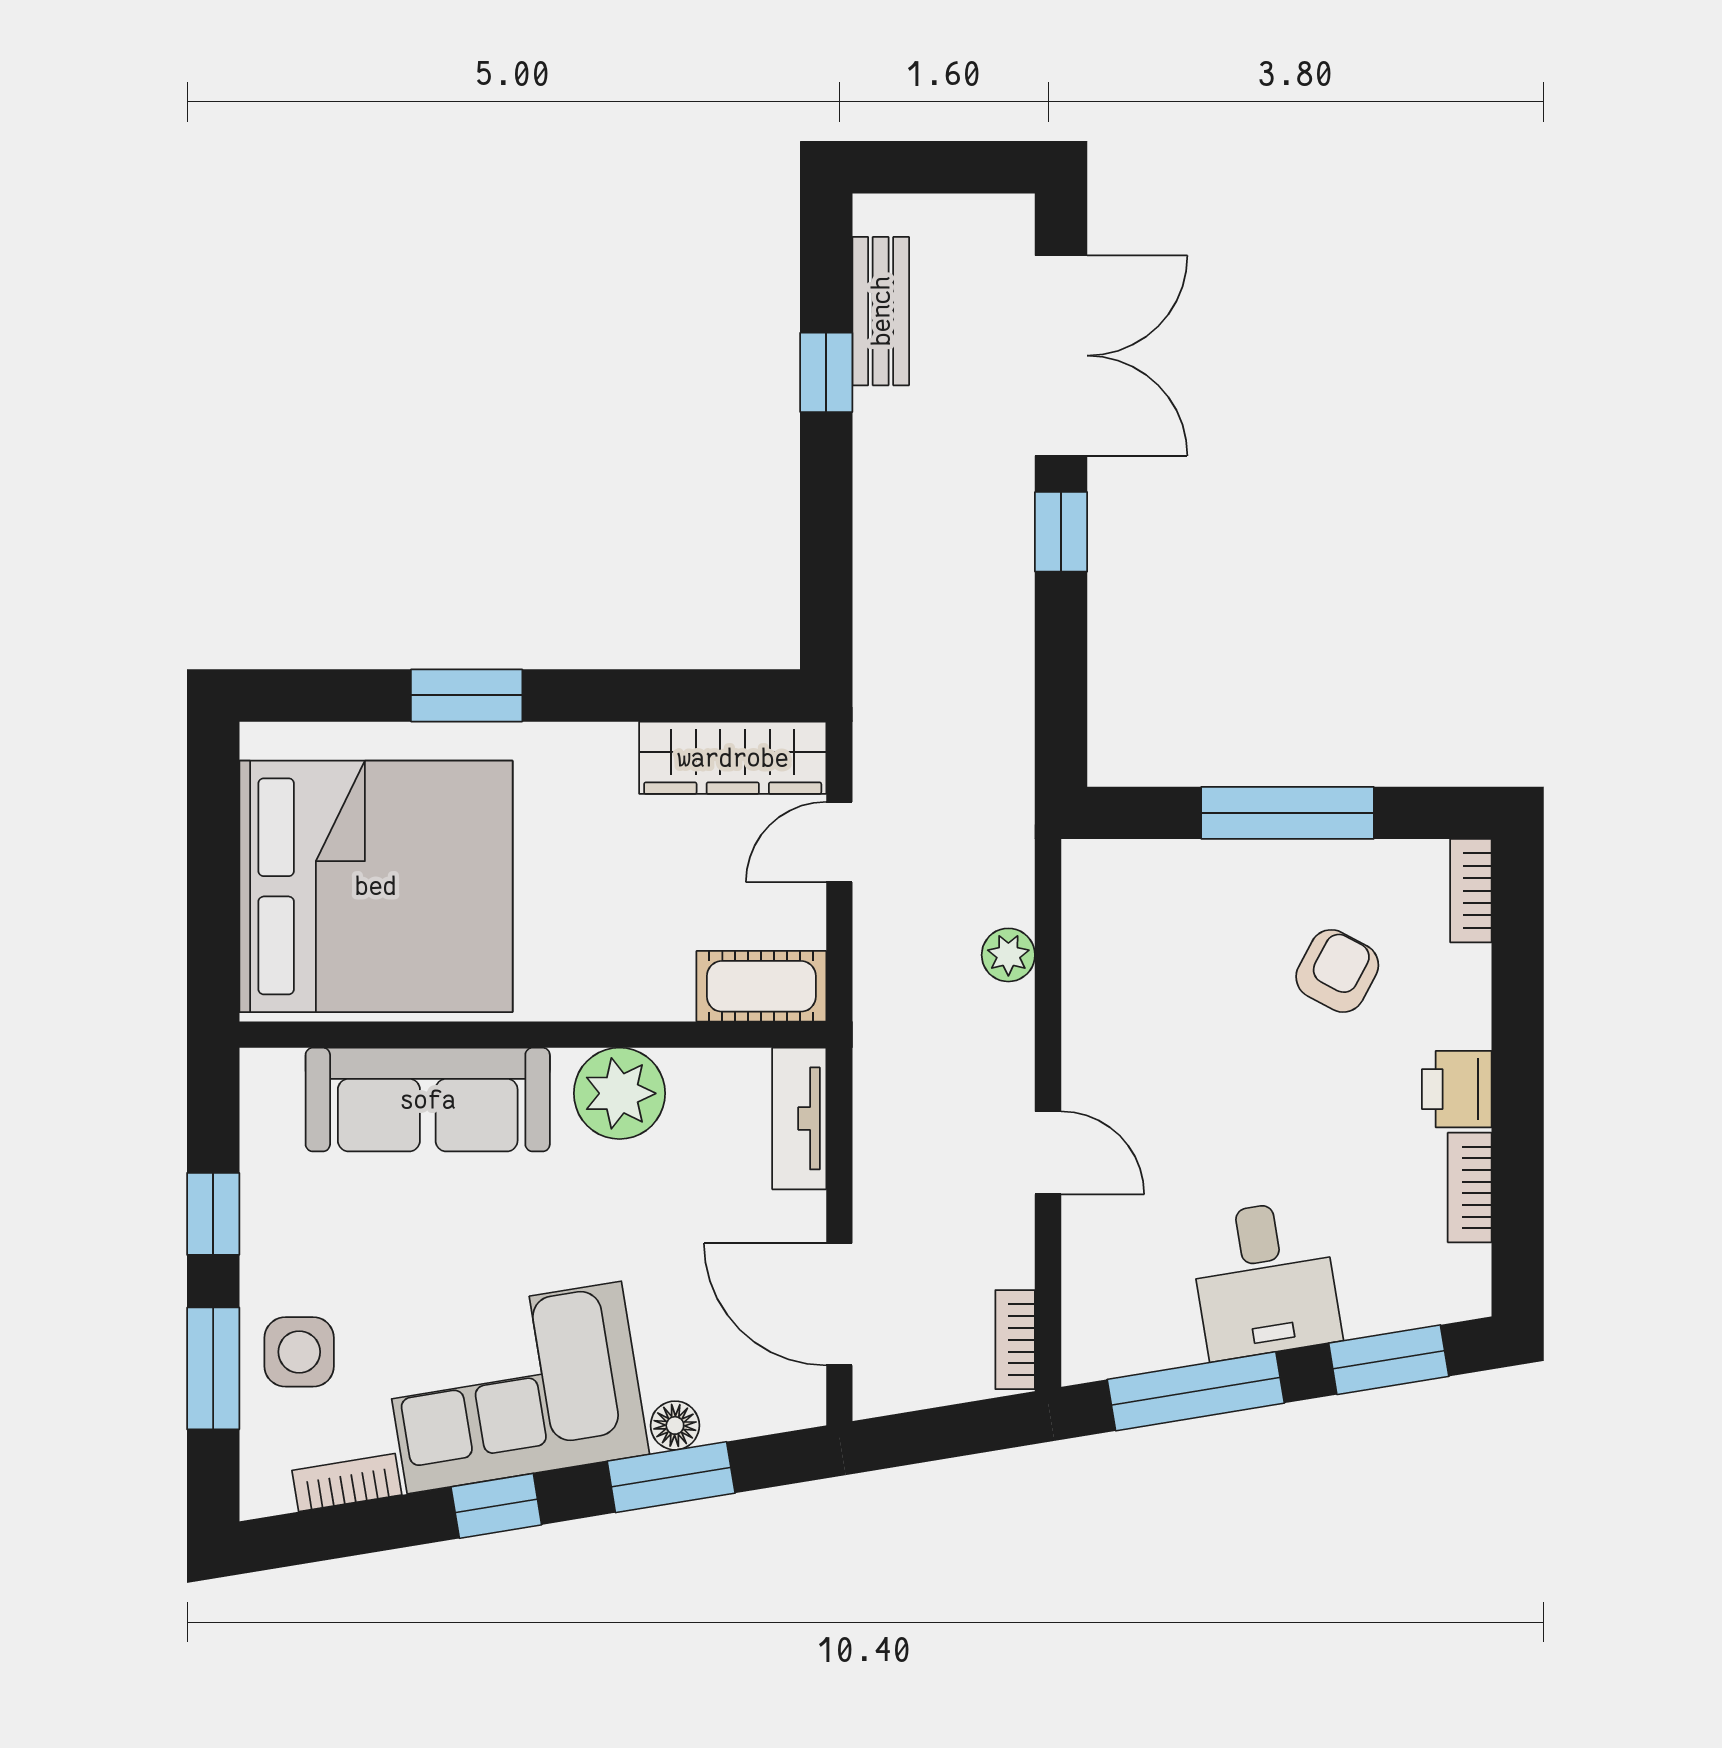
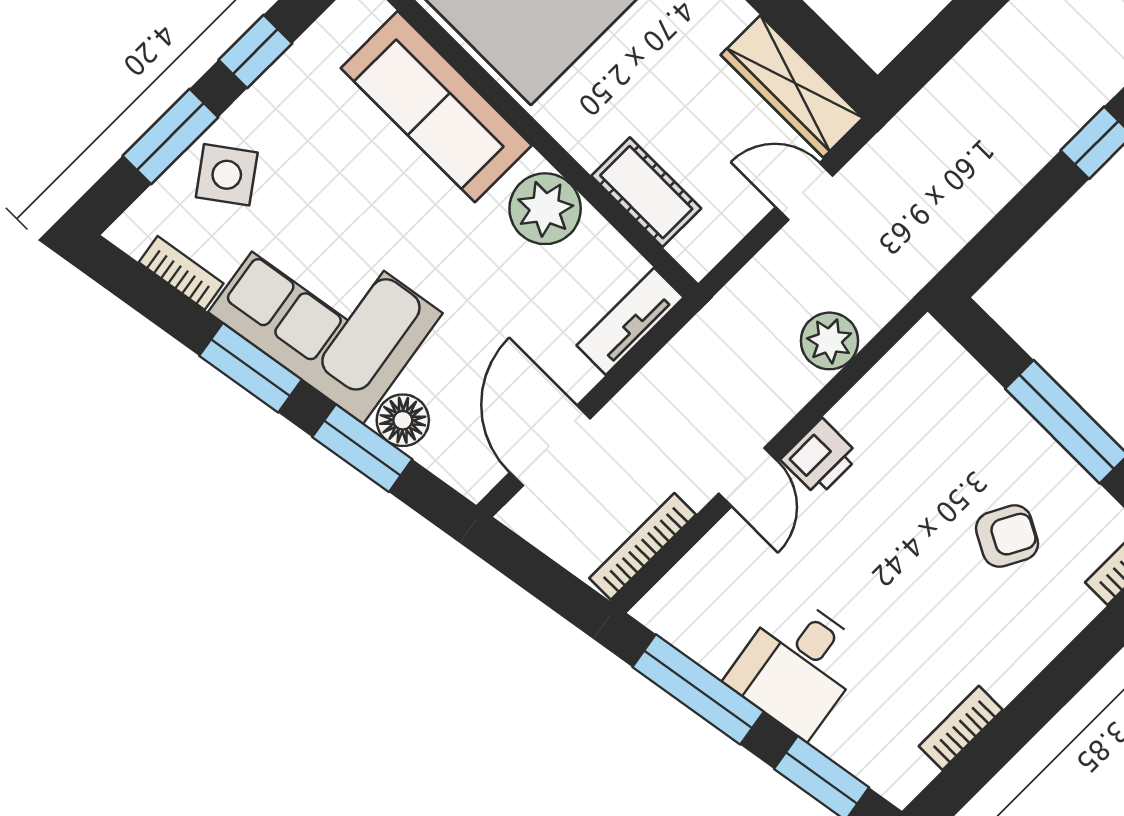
plant: (1008, 955) -> (829, 341), width x1.38, depth x1.38
cot: (761, 986) -> (646, 192), moved
printer: (1457, 1089) -> (820, 458), moved, turned 180
bookcase: (1015, 1340) -> (643, 546), width x1.56
side table: (299, 1352) -> (227, 175), turned -36
floor lamp: (675, 1425) -> (403, 420), width x1.37, depth x1.37
window: (496, 1506) -> (251, 368), width x1.50

